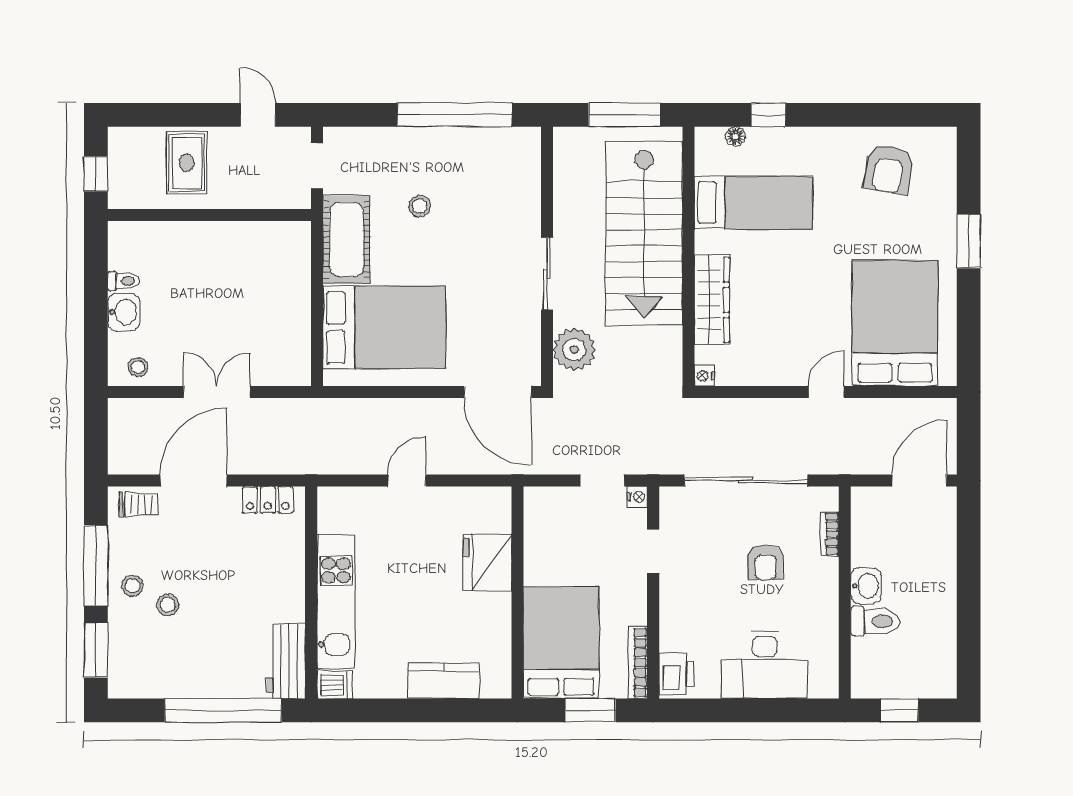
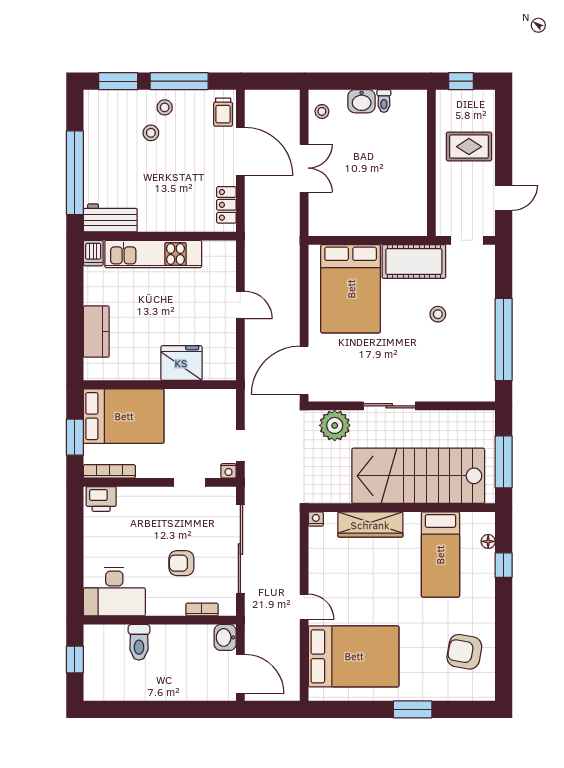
washbasin: (866, 586) -> (225, 637), moved, turned 90
desk: (765, 665) -> (114, 592), moved, turned -90

